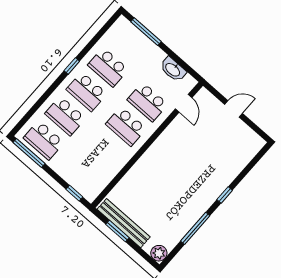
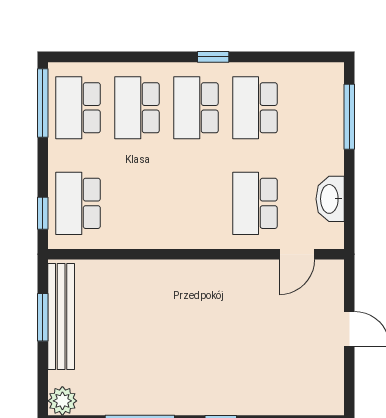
school desk: (126, 126) -> (78, 203), moved

